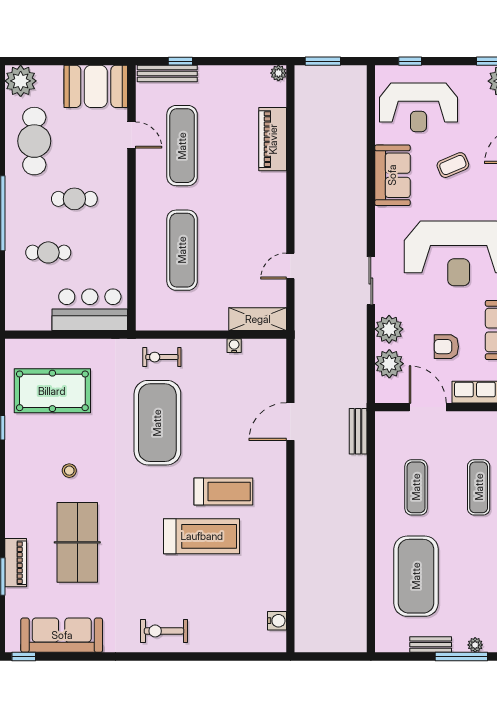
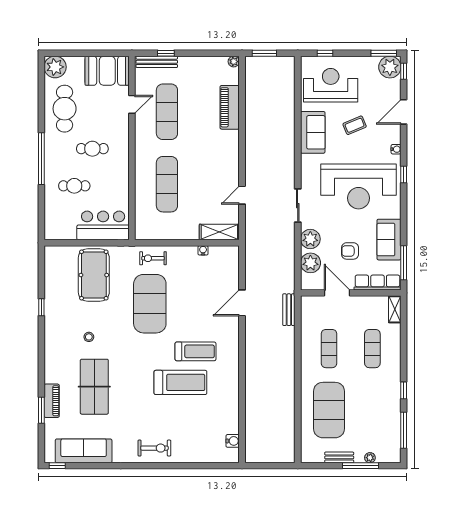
reception desk: (418, 107) -> (331, 85), turned 180
door: (131, 135) -> (132, 104), hinge flipped
pool table: (52, 391) -> (94, 275), moved, turned 90
exercise bike: (164, 631) -> (154, 448), turned 180

